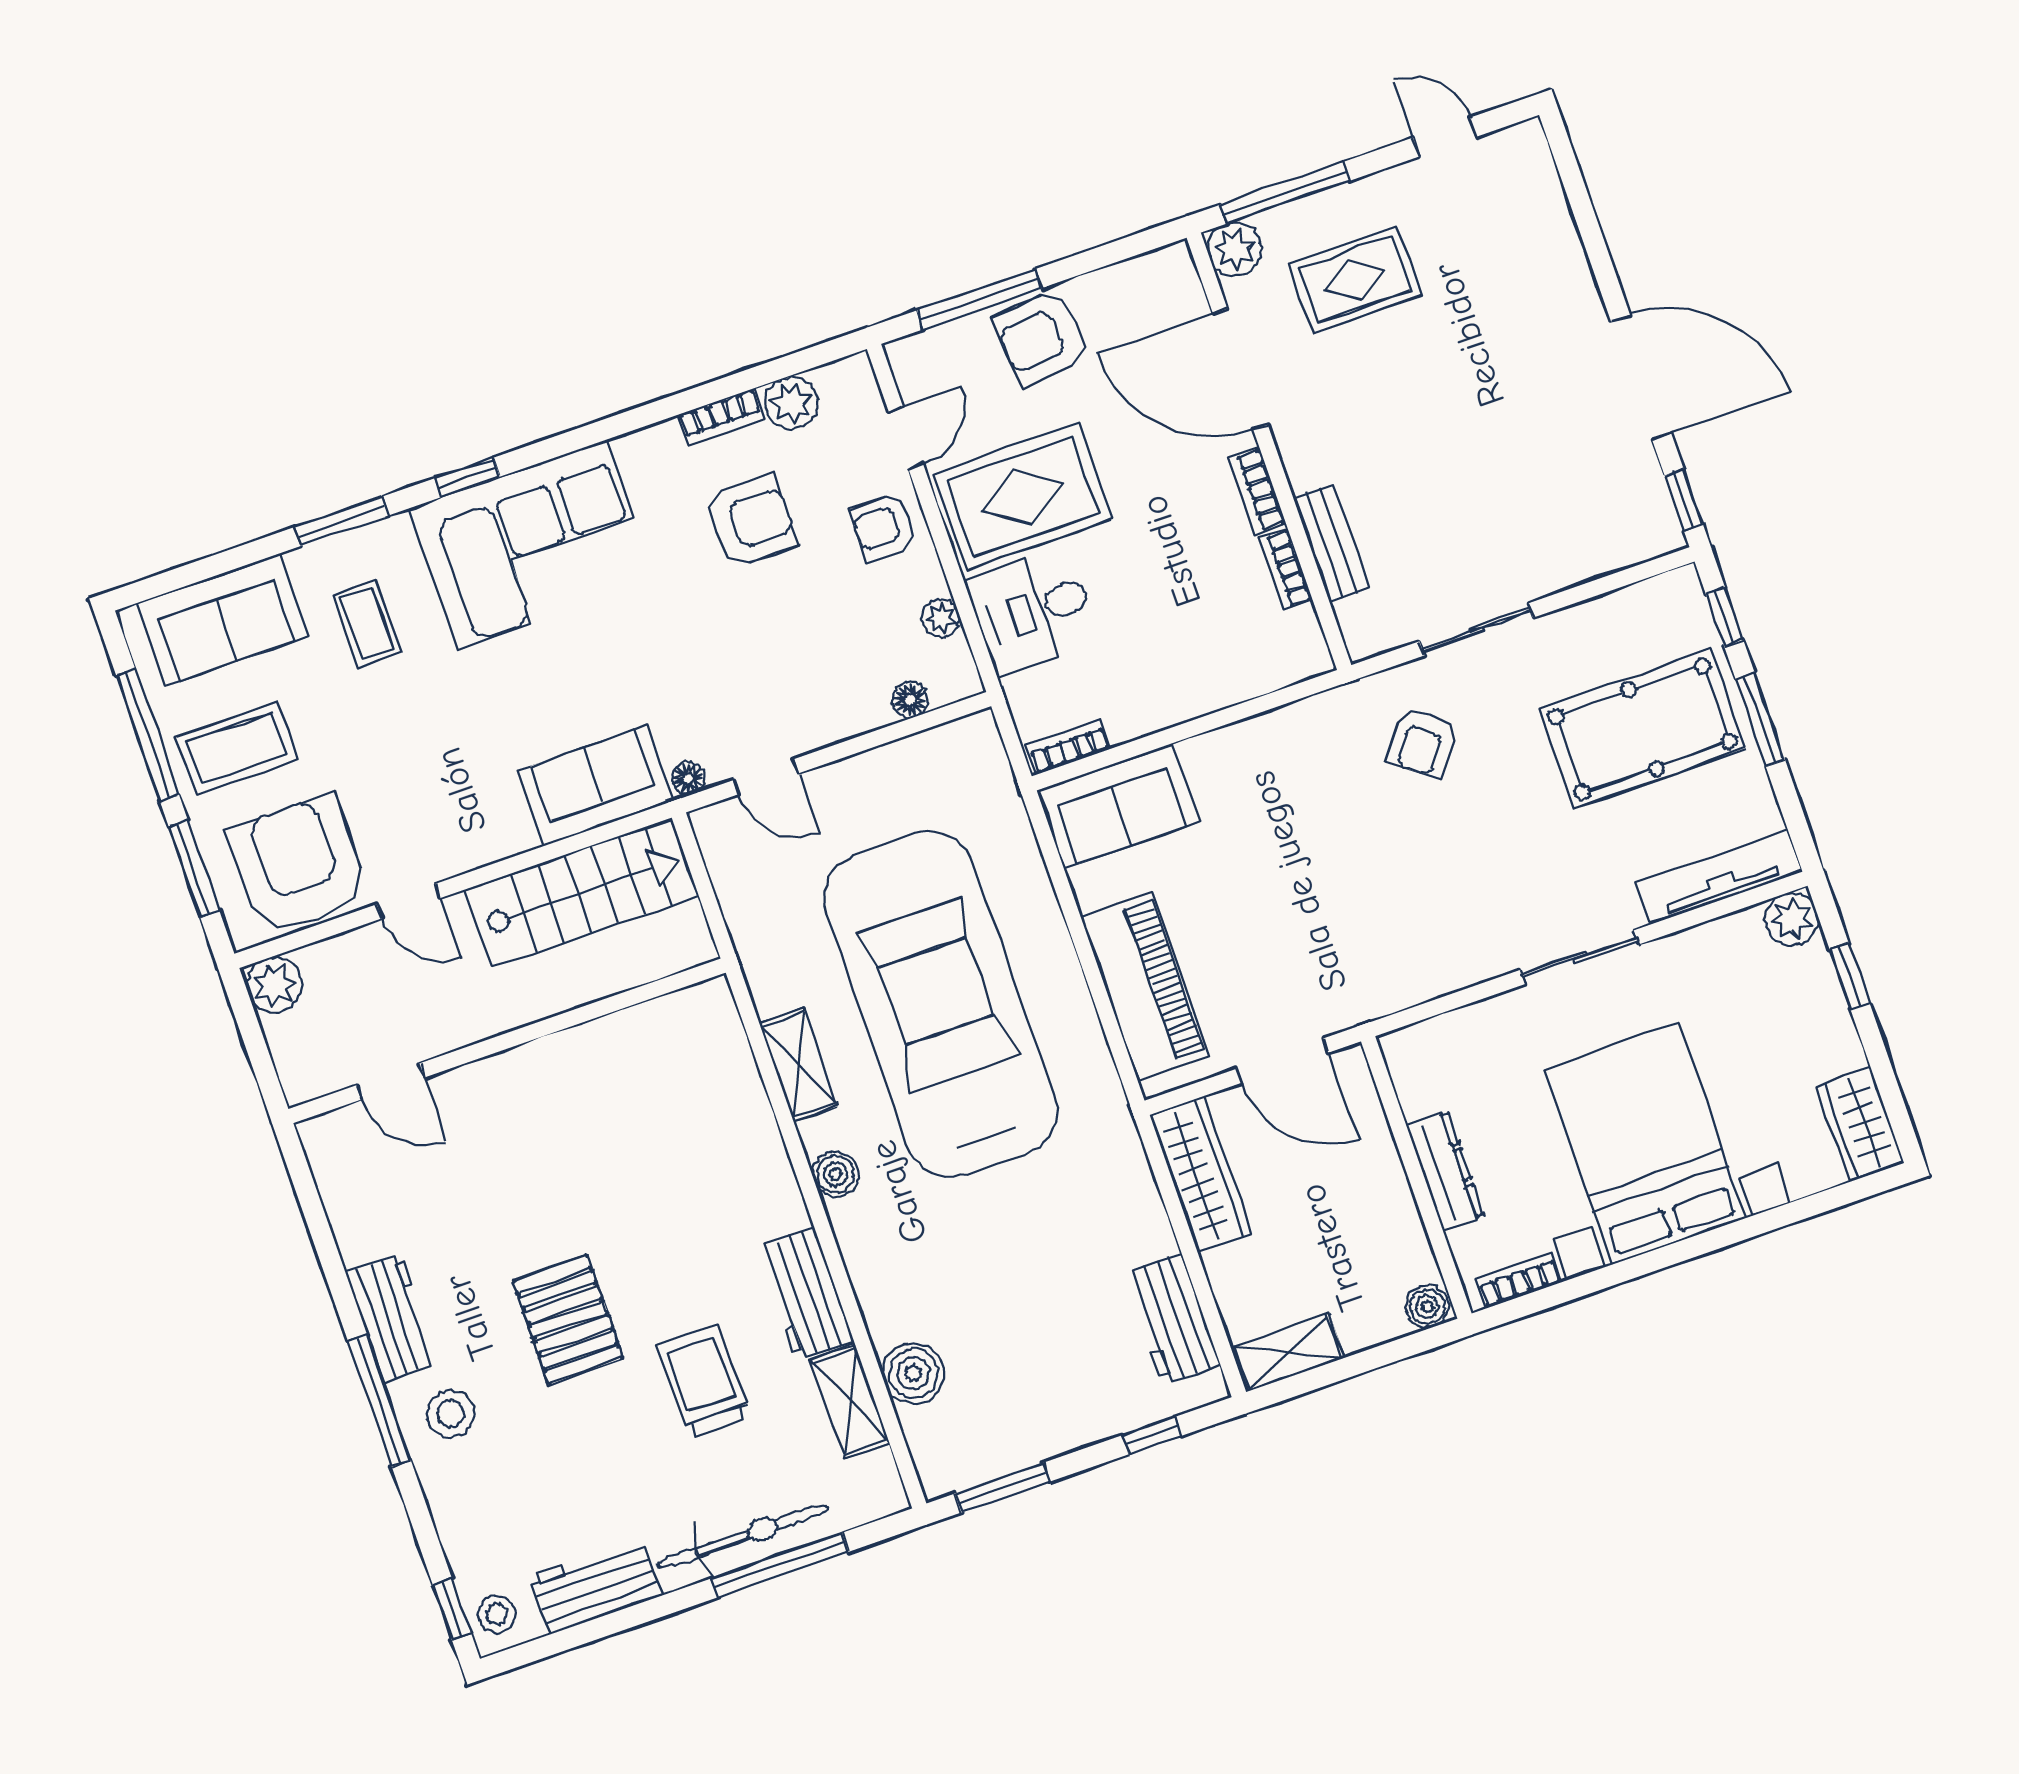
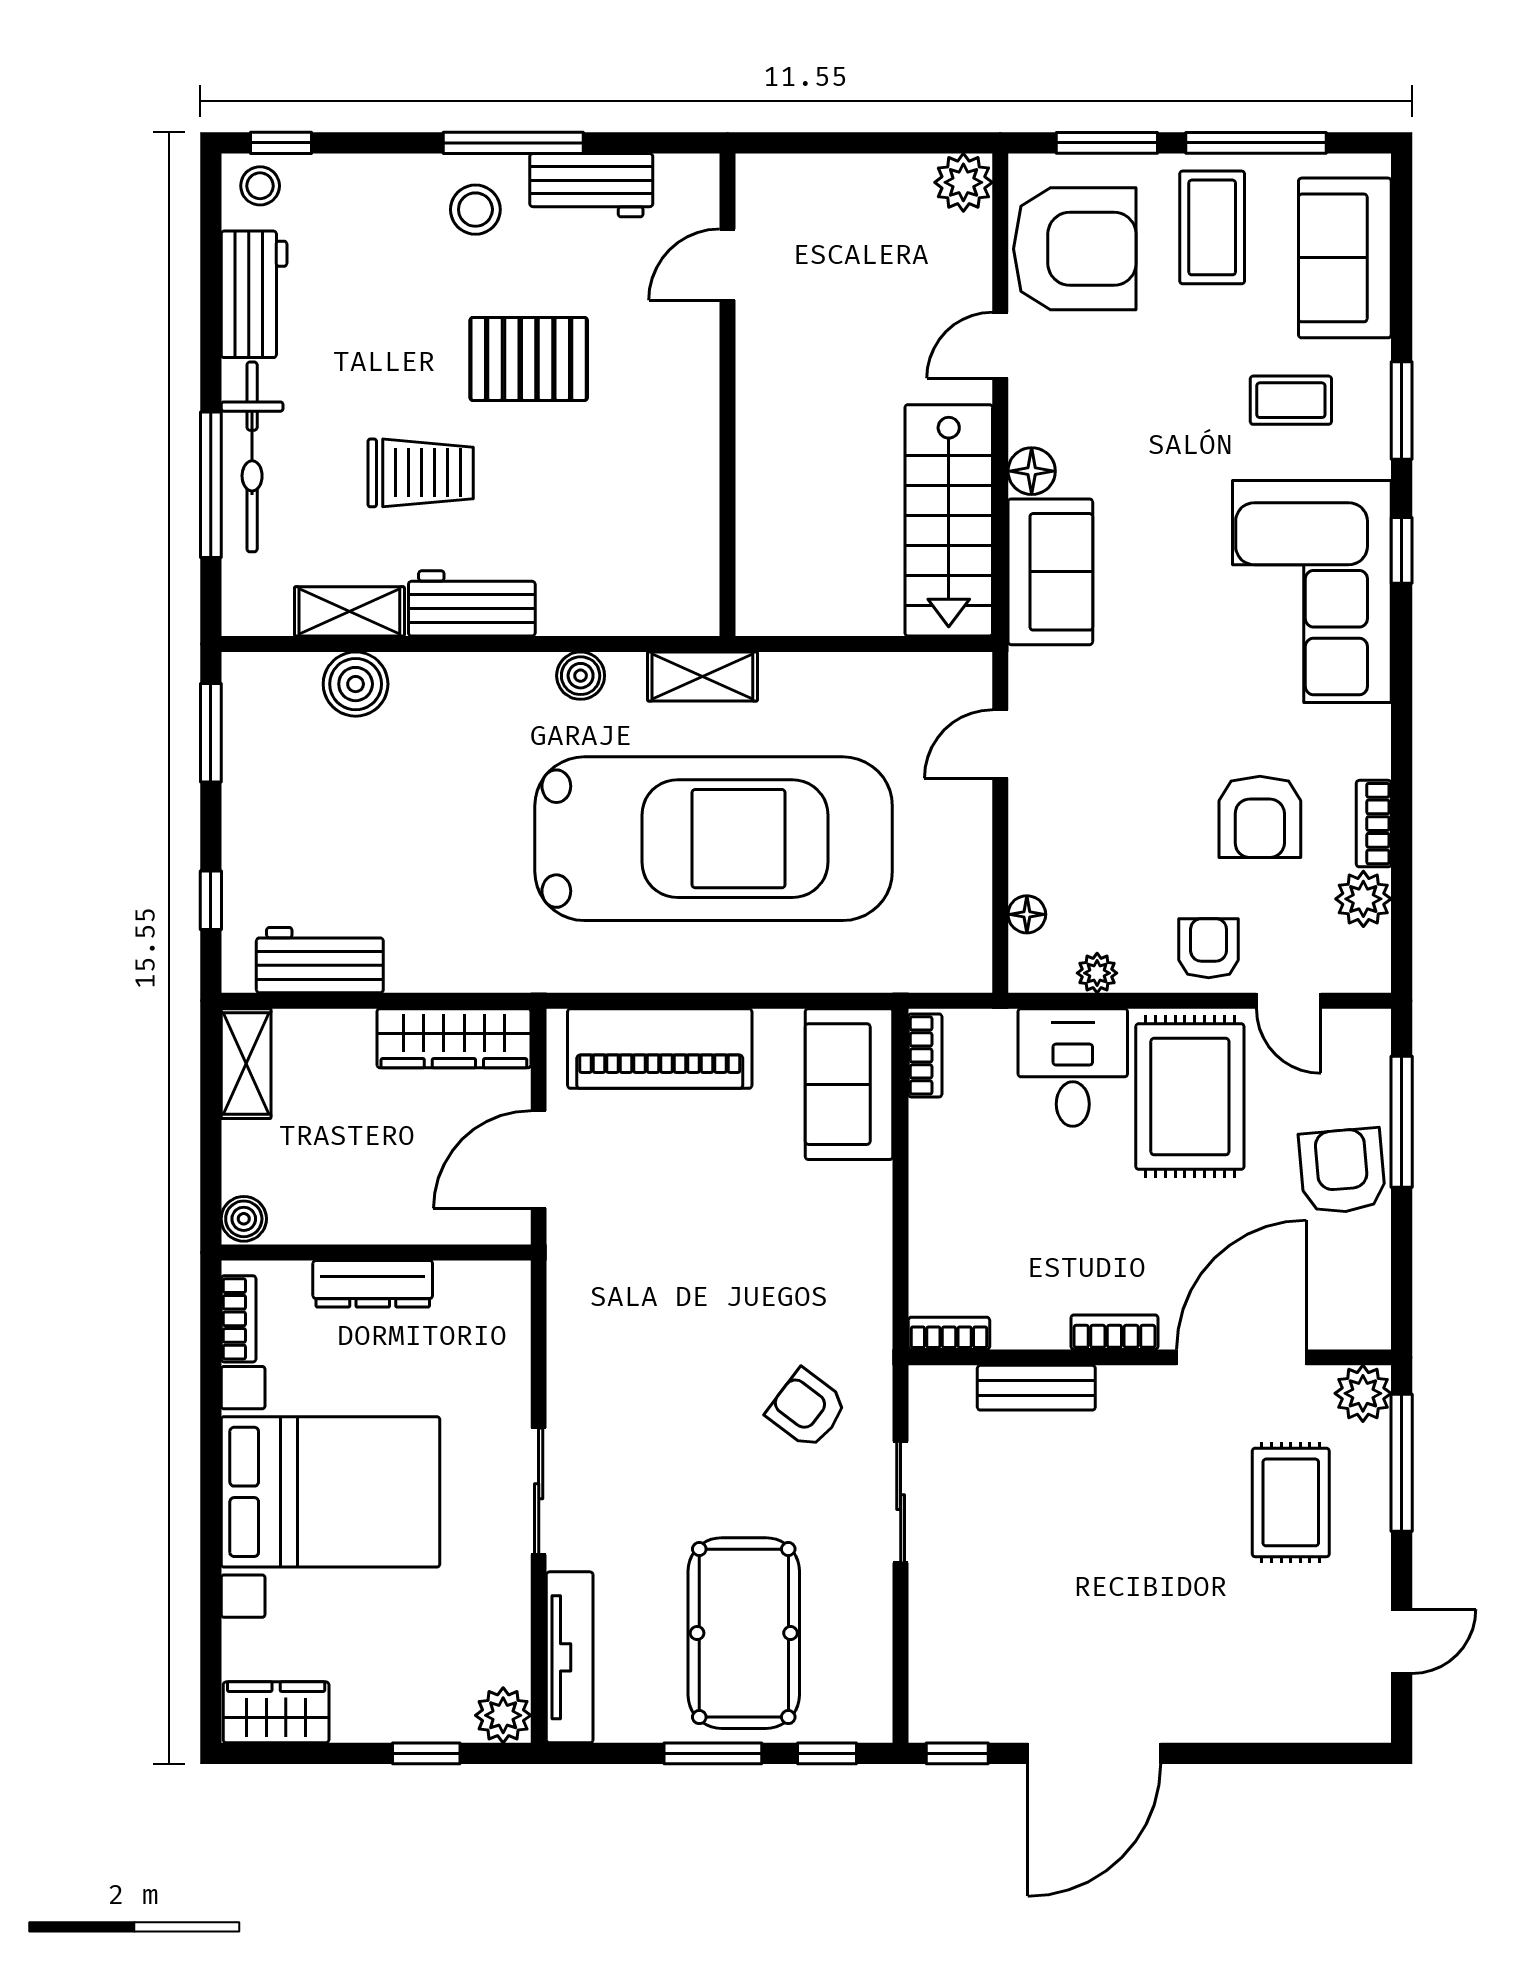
bookcase: (1286, 569) -> (949, 1333), moved
floor lamp: (688, 779) -> (1032, 471), moved, width x1.37, depth x1.37
wall: (507, 1041) -> (727, 395), moved
door: (390, 1081) -> (727, 265), moved

